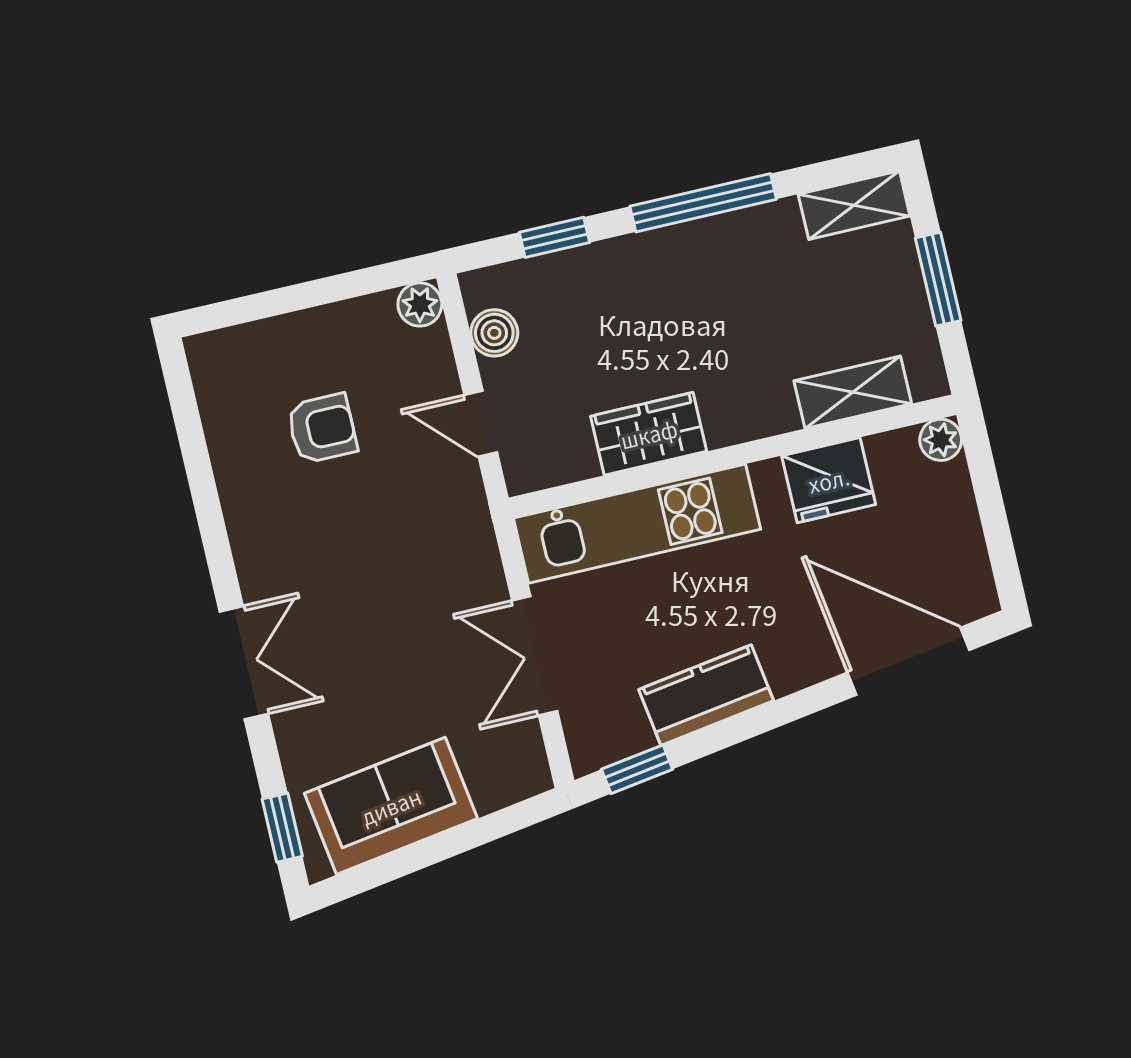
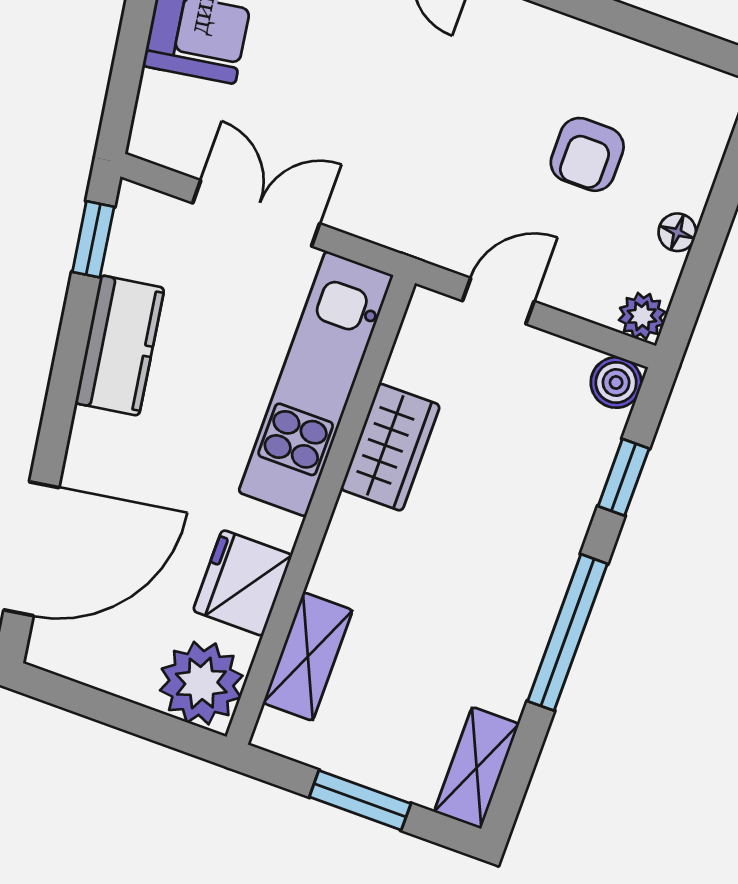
floor lamp: (337, 319) -> (677, 232), added
boiler: (494, 333) -> (616, 382), moved
plant: (941, 440) -> (201, 683), width x1.88, depth x1.88

